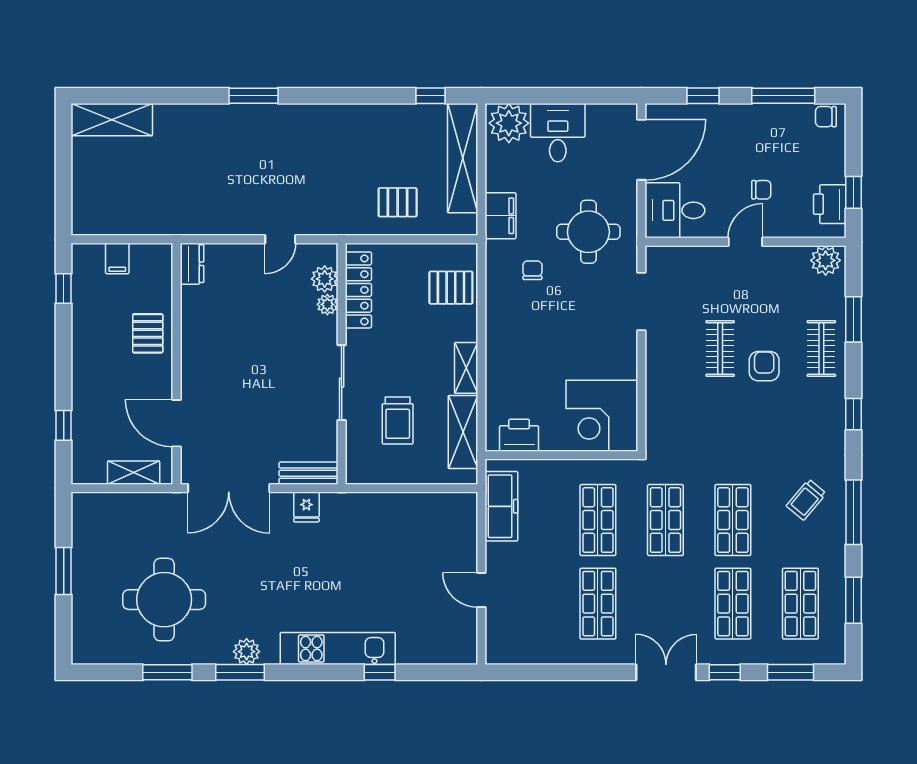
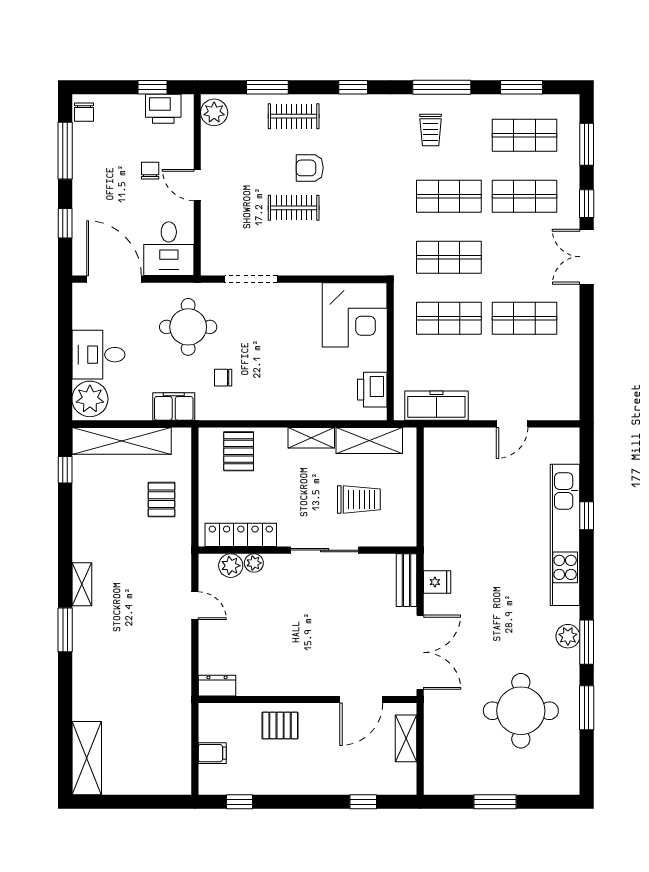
shelving: (304, 114) -> (82, 584), added
trolley: (806, 500) -> (431, 130), turned 50
kitchen unit: (338, 648) -> (565, 535), width x1.36

